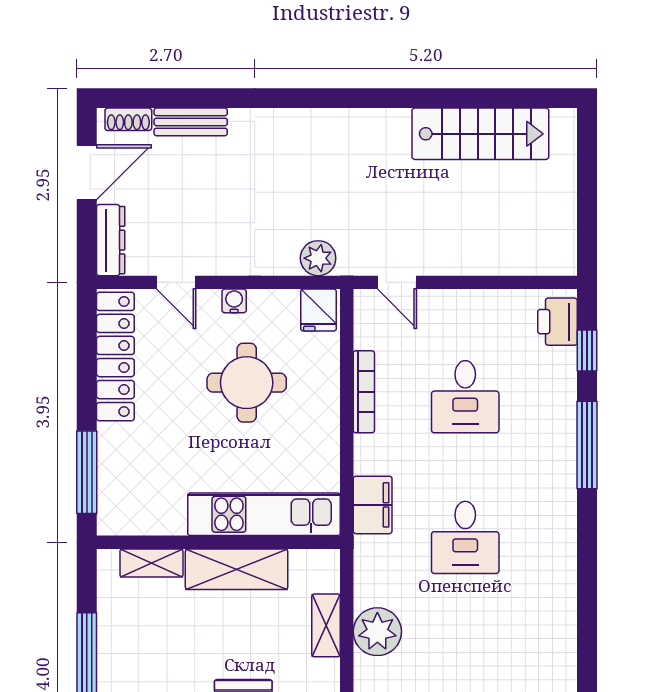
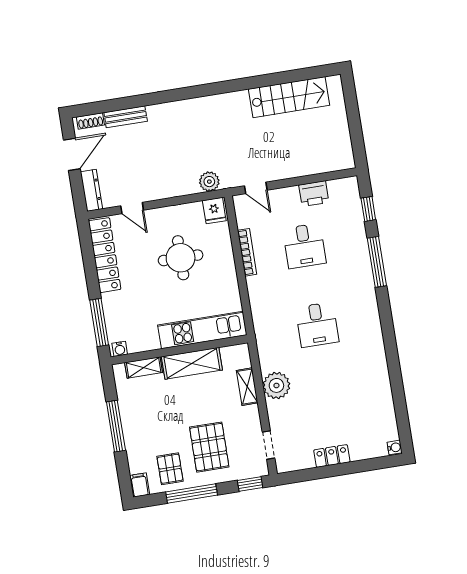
water cooler: (234, 301) -> (120, 349), moved, turned 180
printer: (557, 322) -> (314, 194), moved, turned -90
filing cabinet: (373, 505) -> (262, 315), removed

